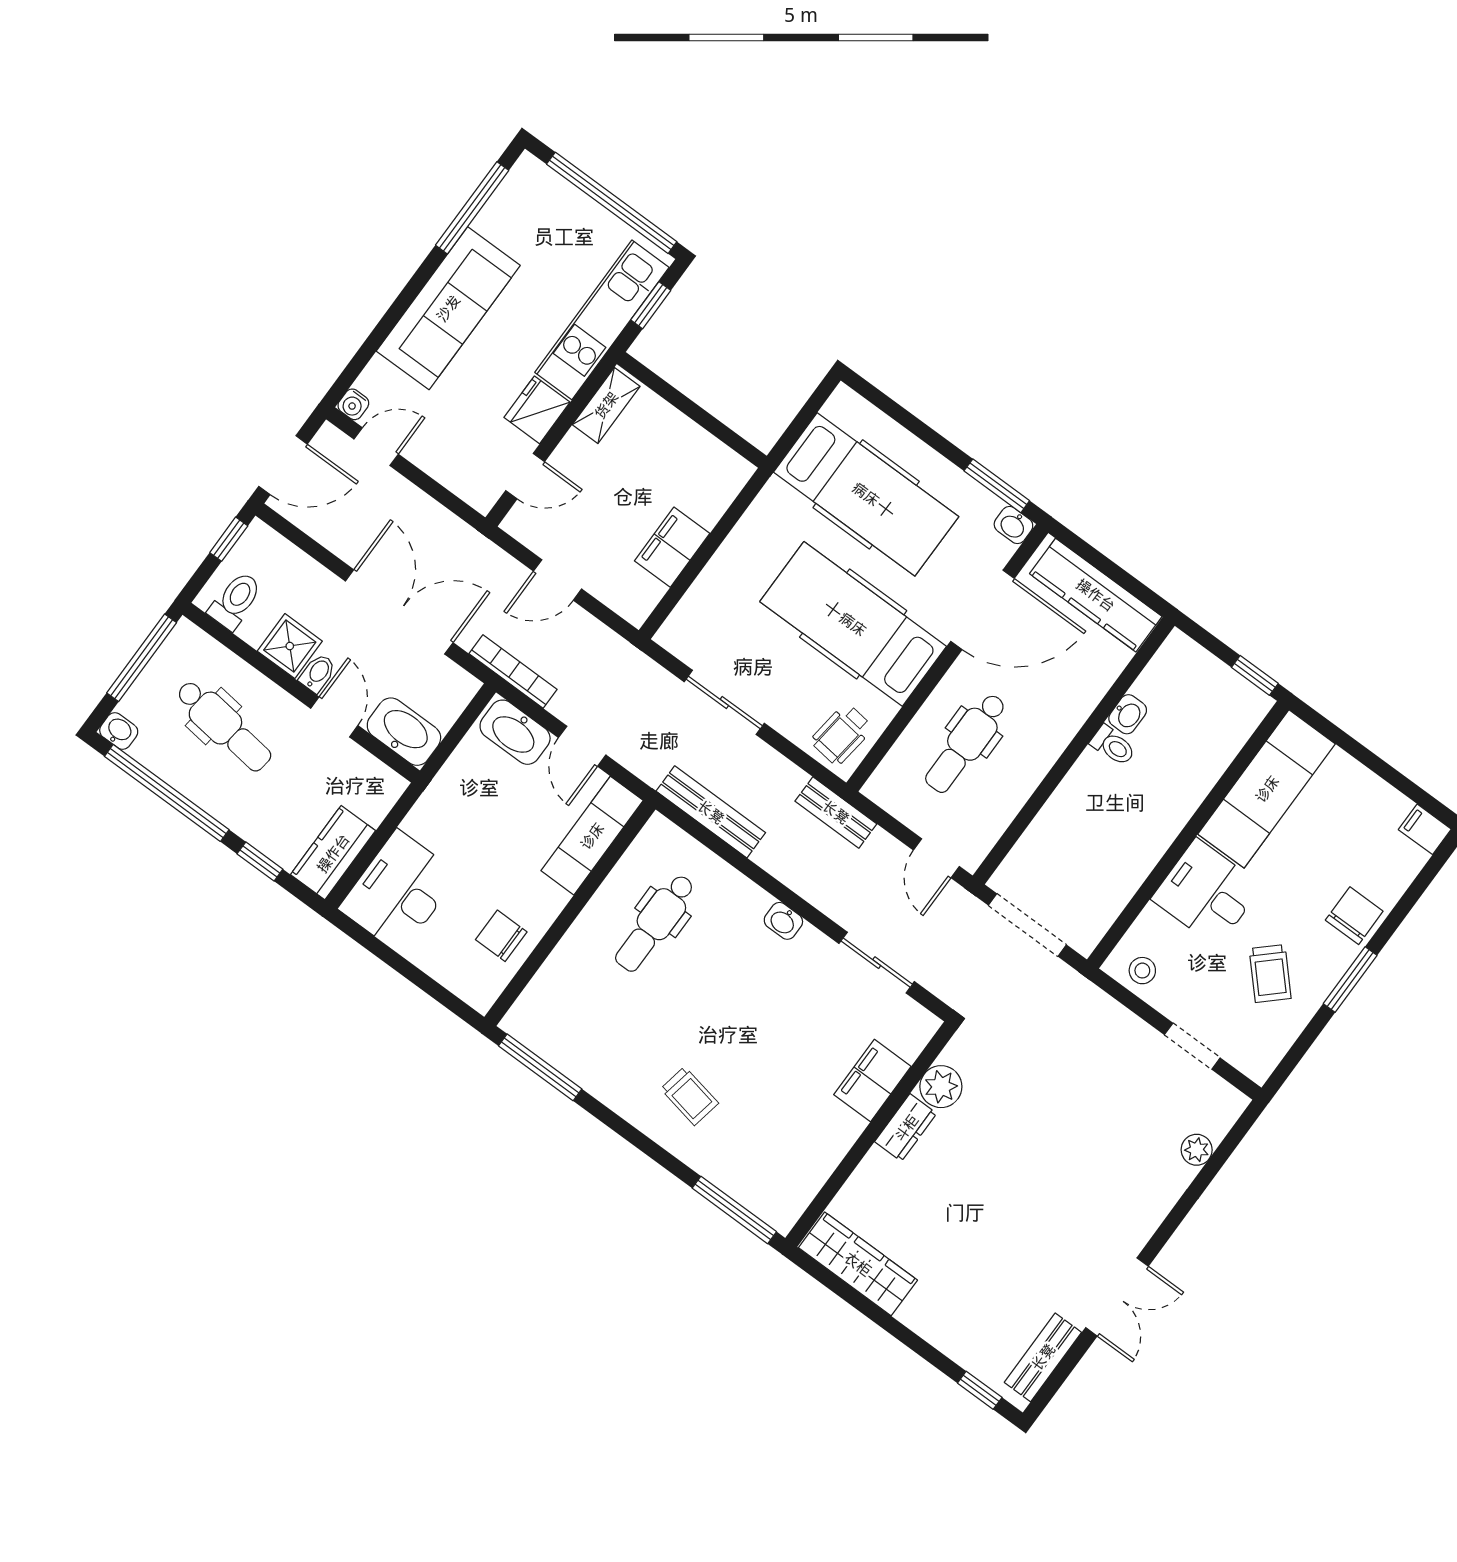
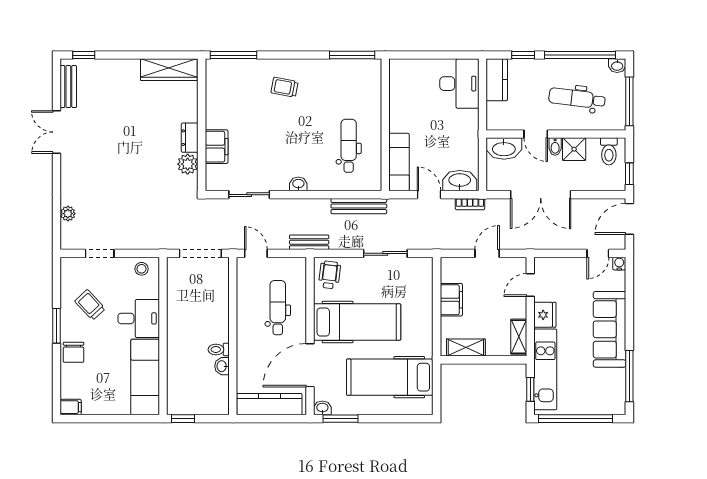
shelving: (706, 451) -> (466, 348), added
bookcase: (513, 671) -> (470, 204), width x0.64
chair: (501, 936) -> (406, 96), removed

